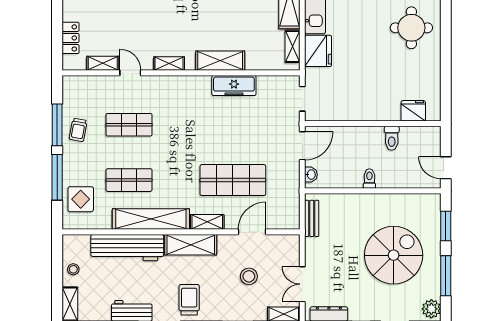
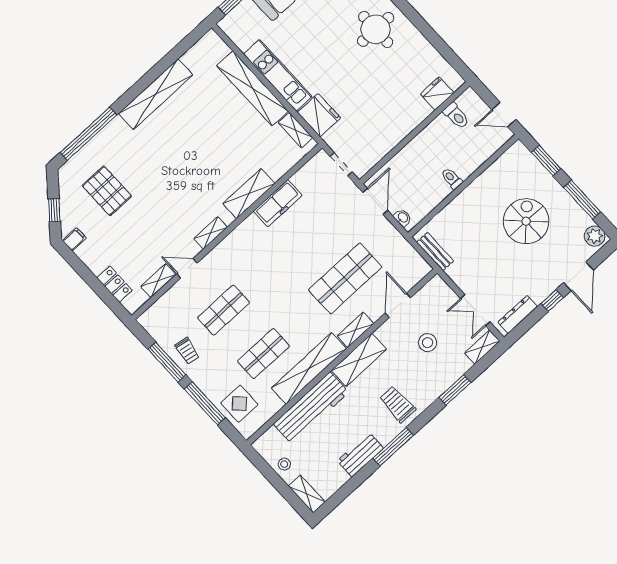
toilet: (392, 138) -> (456, 116), moved
spiral stairs: (394, 255) -> (526, 221), width x0.73, depth x0.73

